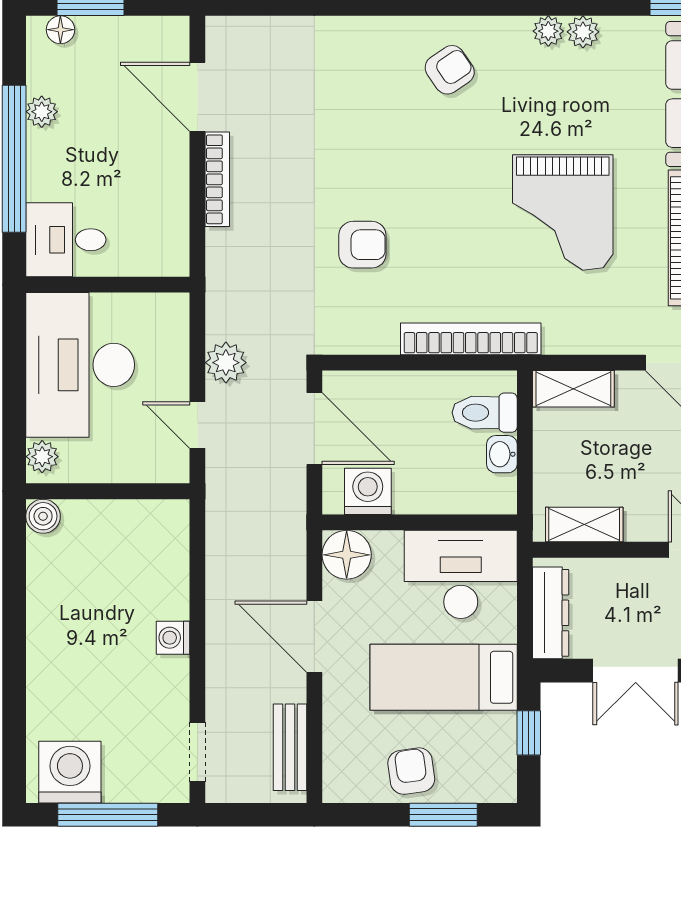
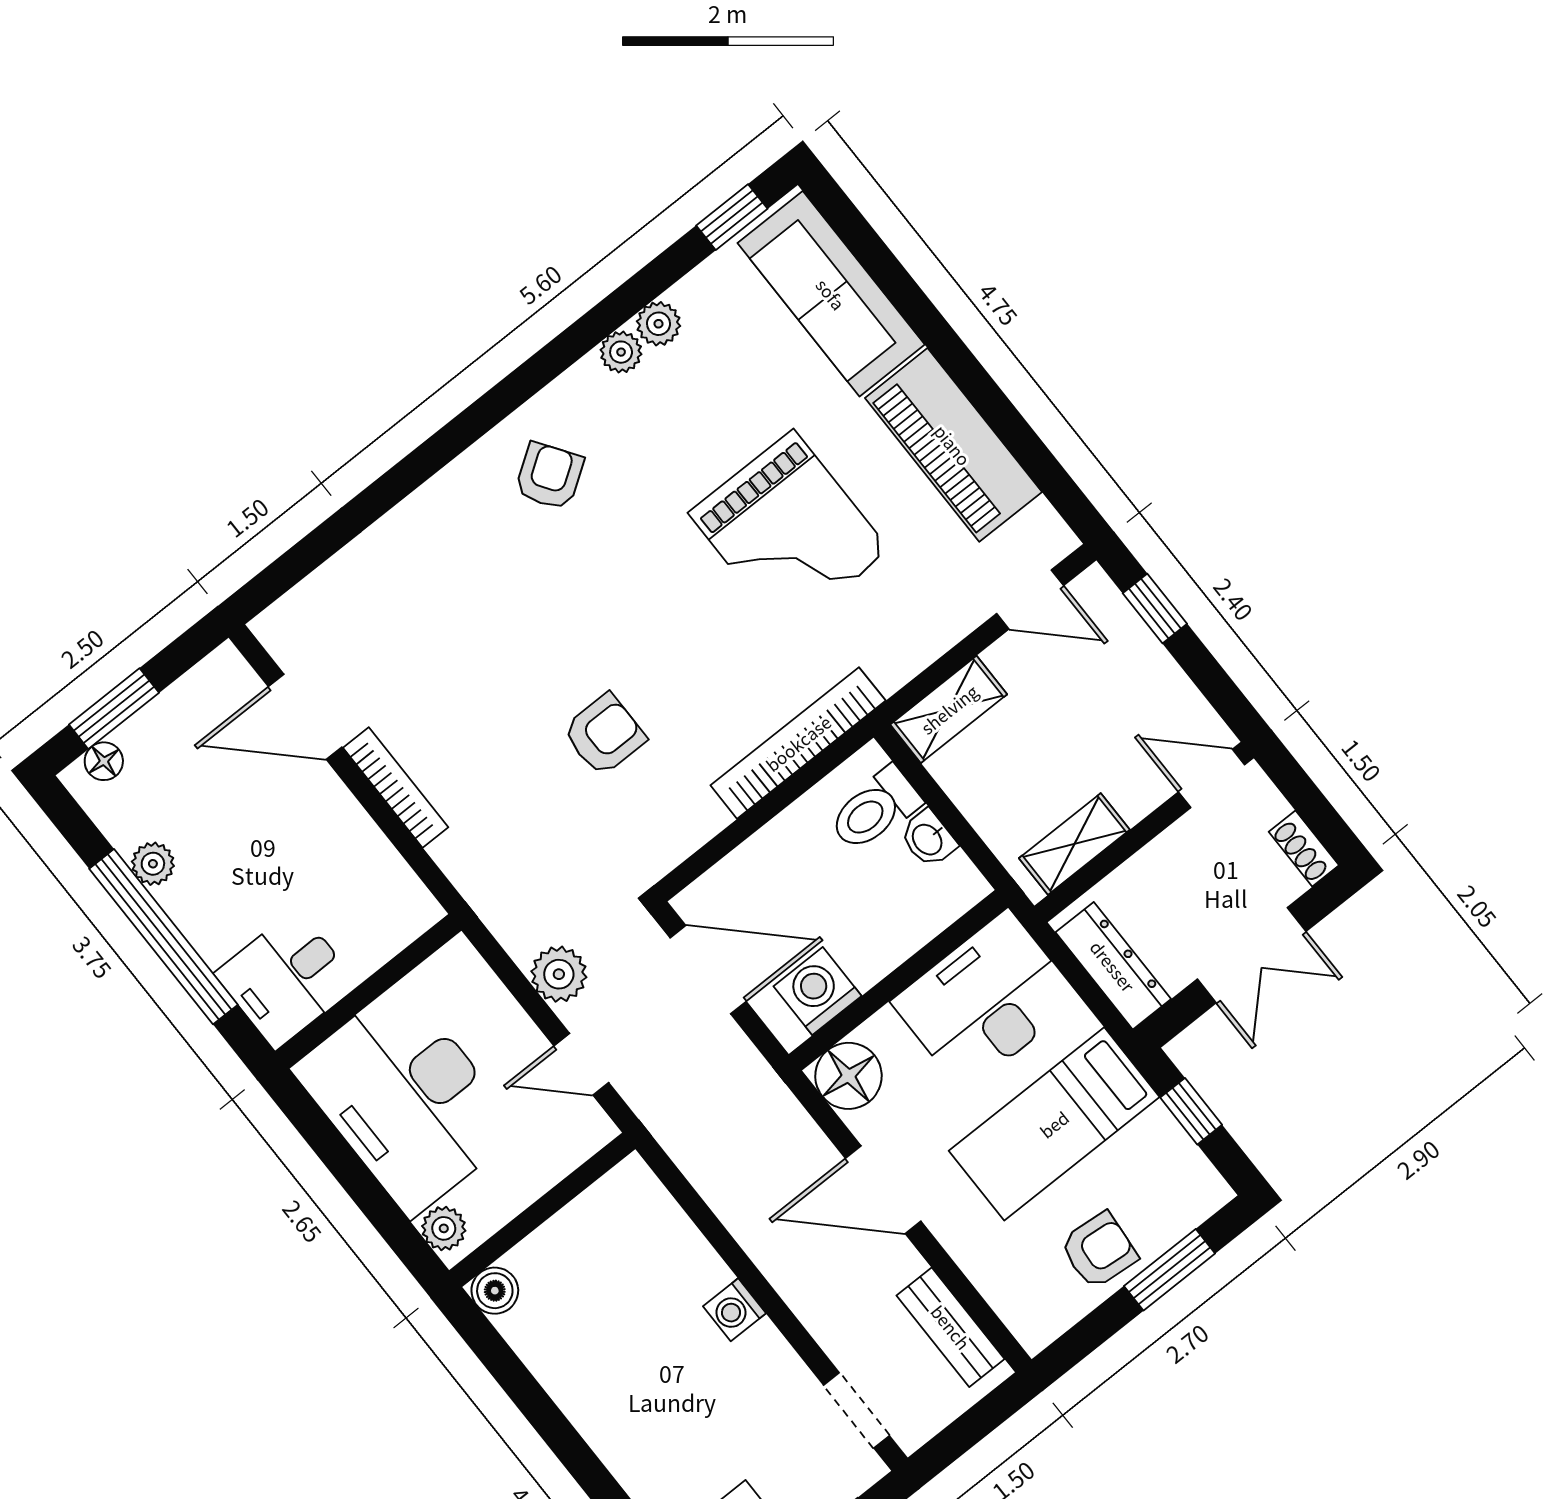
armchair: (411, 771) -> (1099, 1250), turned 103

